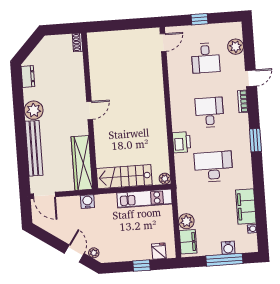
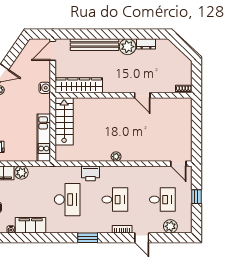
desk: (206, 58) -> (162, 200), turned 180
dresser: (28, 77) -> (146, 44), moved
door: (90, 110) -> (142, 95), moved
plant: (165, 179) -> (116, 157), moved

